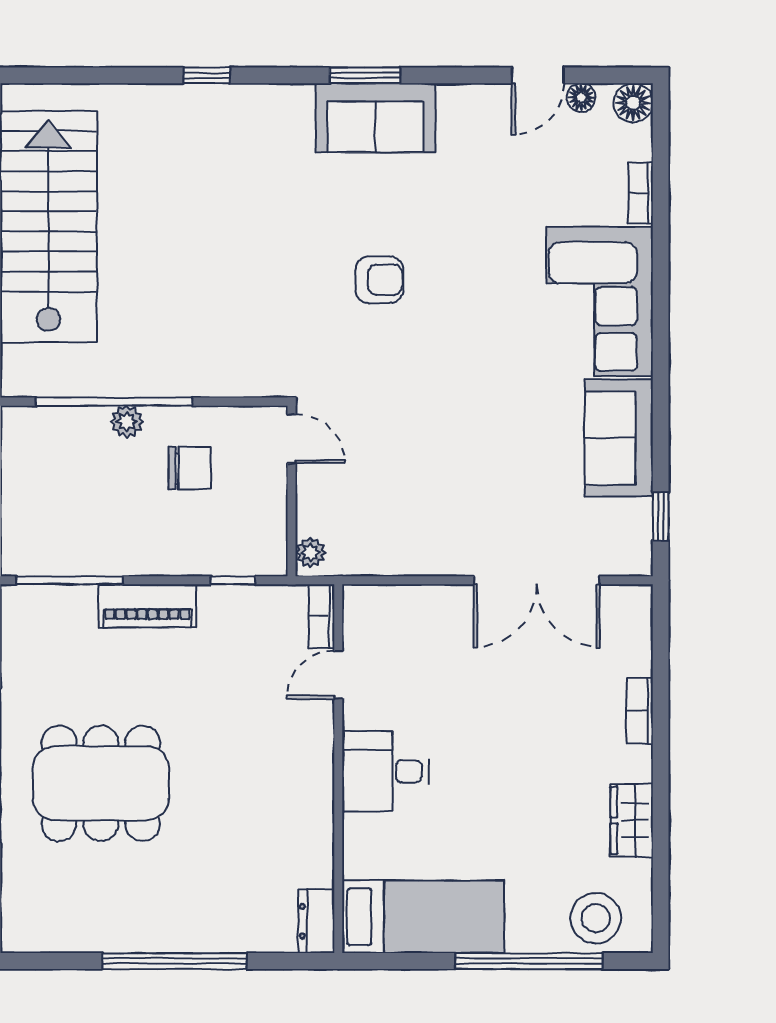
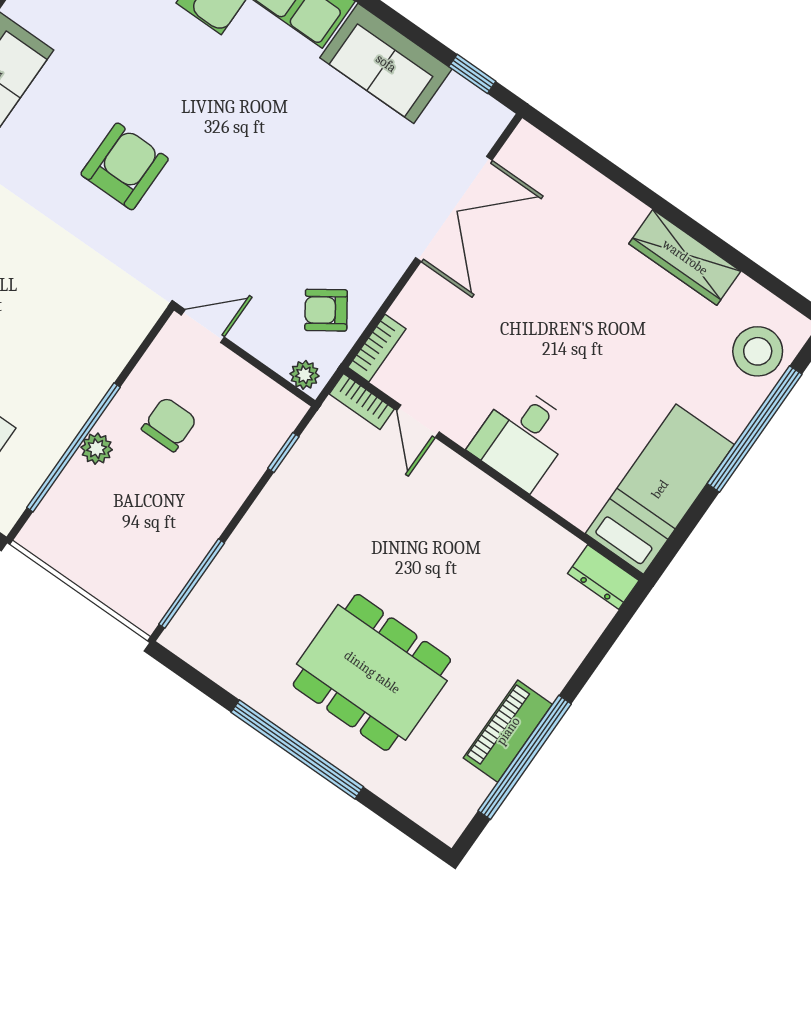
armchair: (379, 280) -> (125, 166), width x1.38, depth x1.38
armchair: (377, 533) -> (326, 310), added
piano: (147, 606) -> (508, 731), moved, turned 180
bookcase: (640, 711) -> (377, 348), moved, turned -90
dining table: (101, 783) -> (372, 672), turned 90
wardrobe: (632, 820) -> (685, 257), width x1.50
window: (174, 961) -> (525, 757), moved

